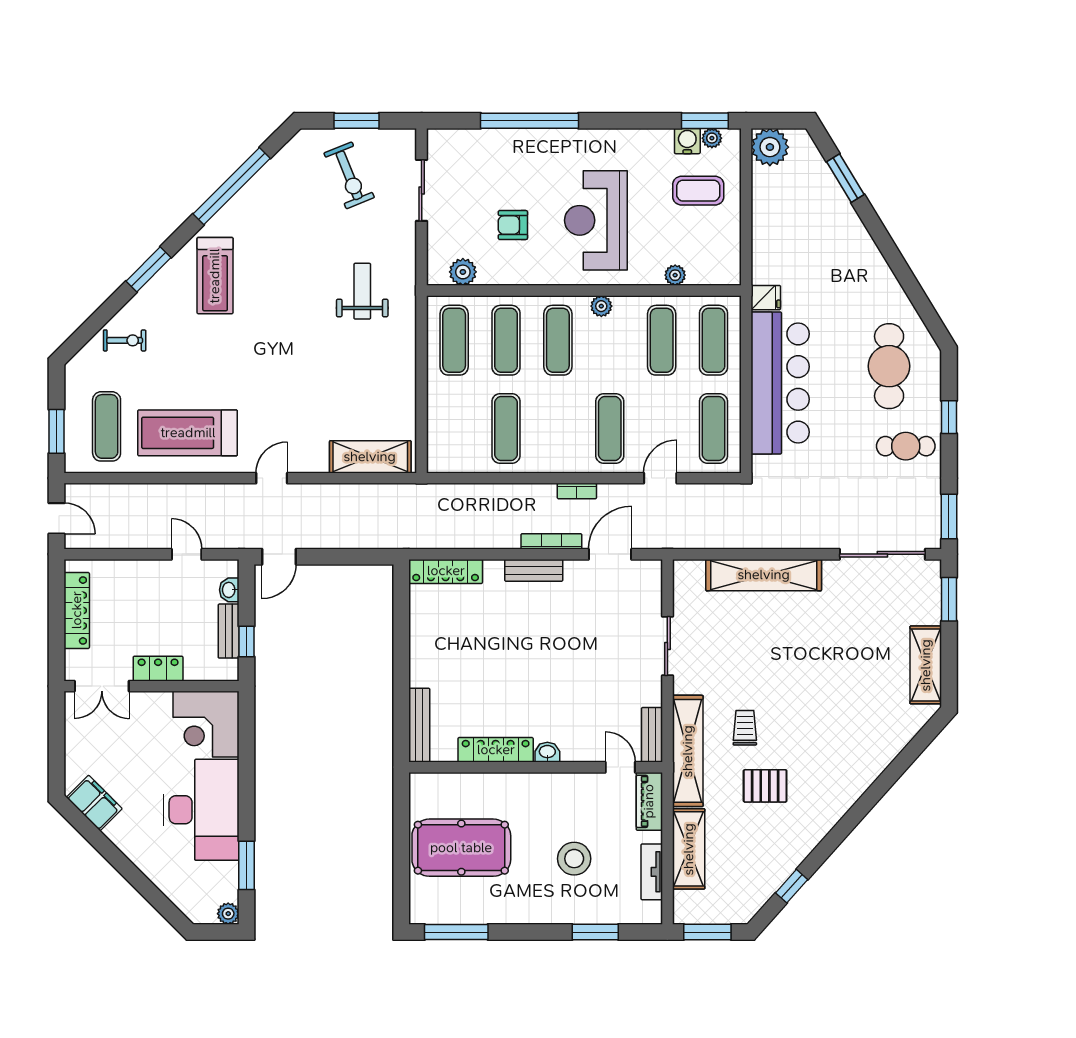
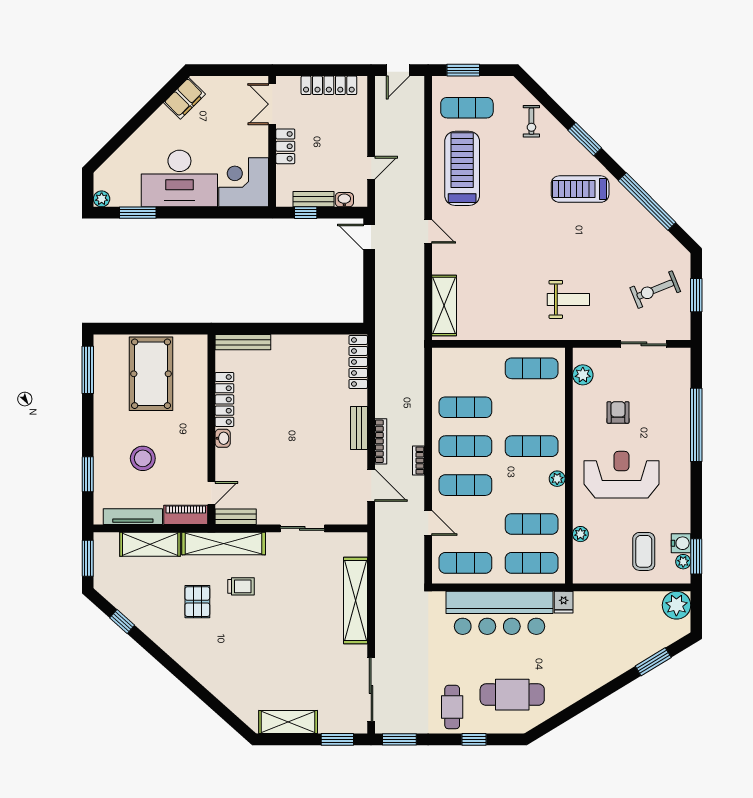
exercise mat: (506, 340) -> (465, 446), moved
tv unit: (652, 872) -> (133, 517), width x1.41

